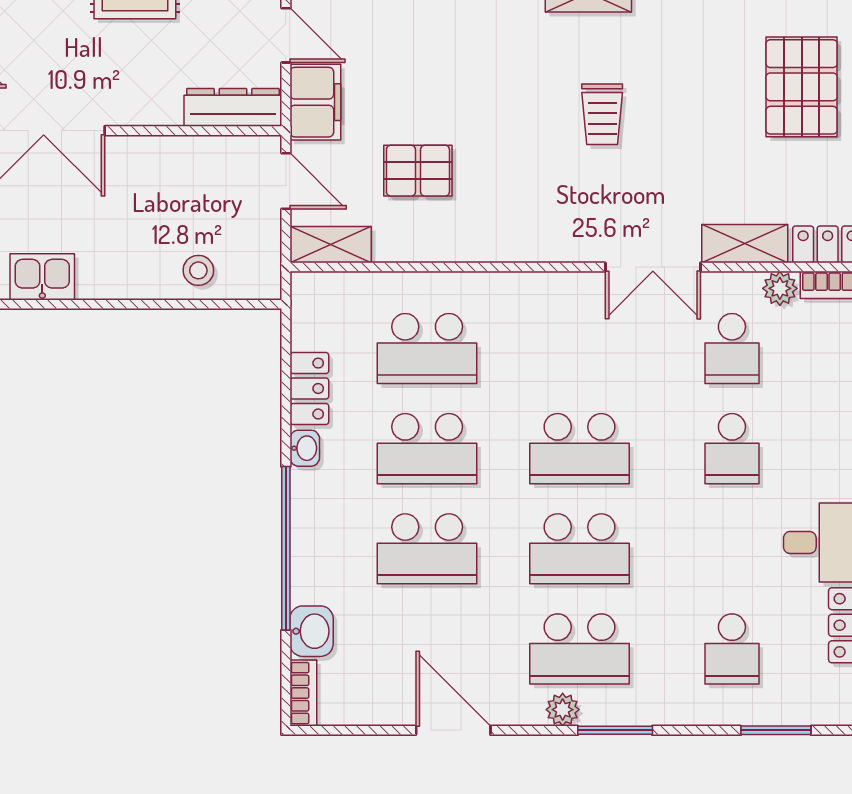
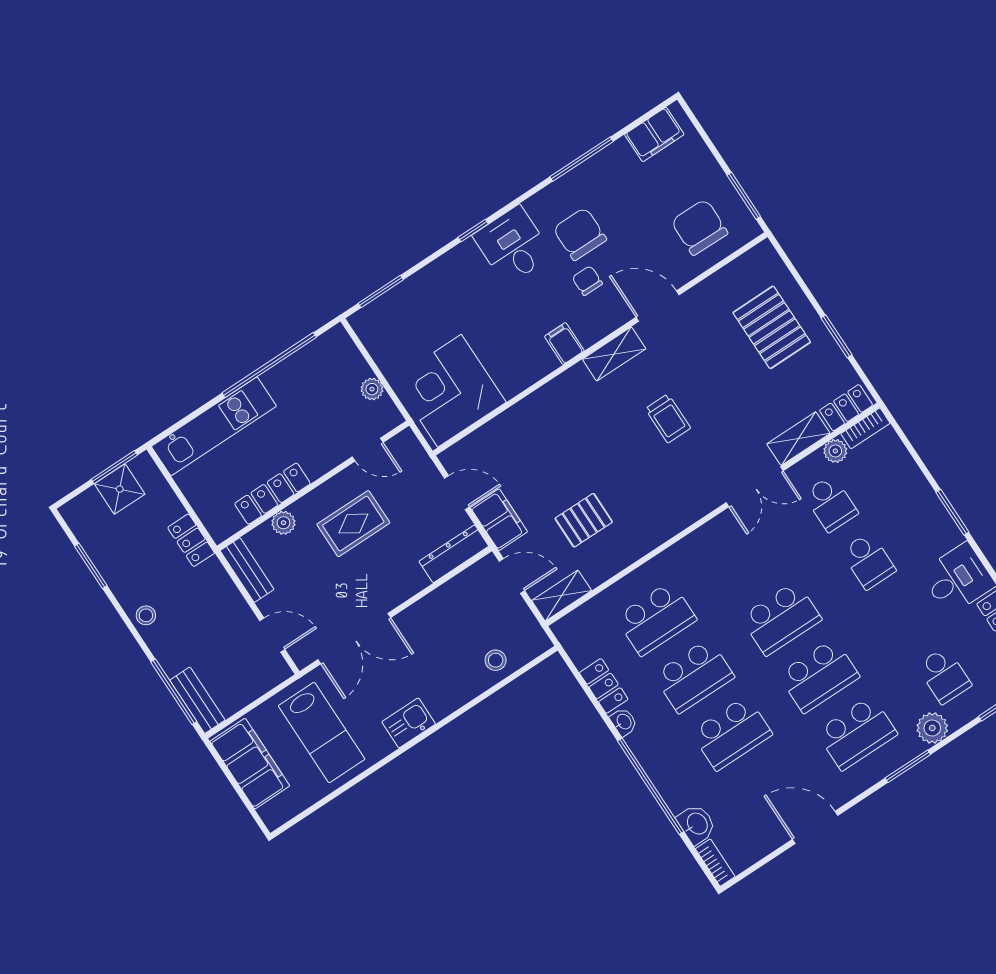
plant: (563, 710) -> (932, 728), moved, width x1.38, depth x1.38

